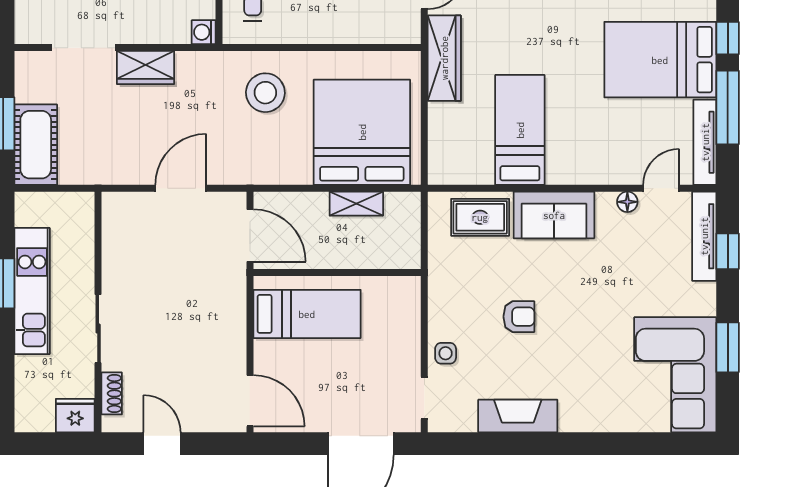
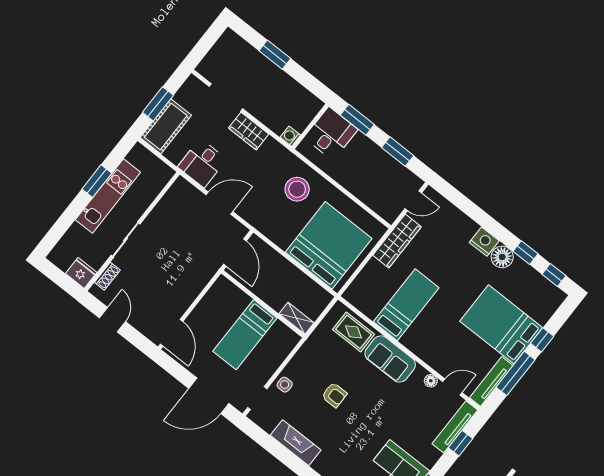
desk: (119, 155) -> (202, 163), added
shelving: (356, 204) -> (297, 318), moved
bed: (307, 314) -> (245, 335), moved, turned 90

